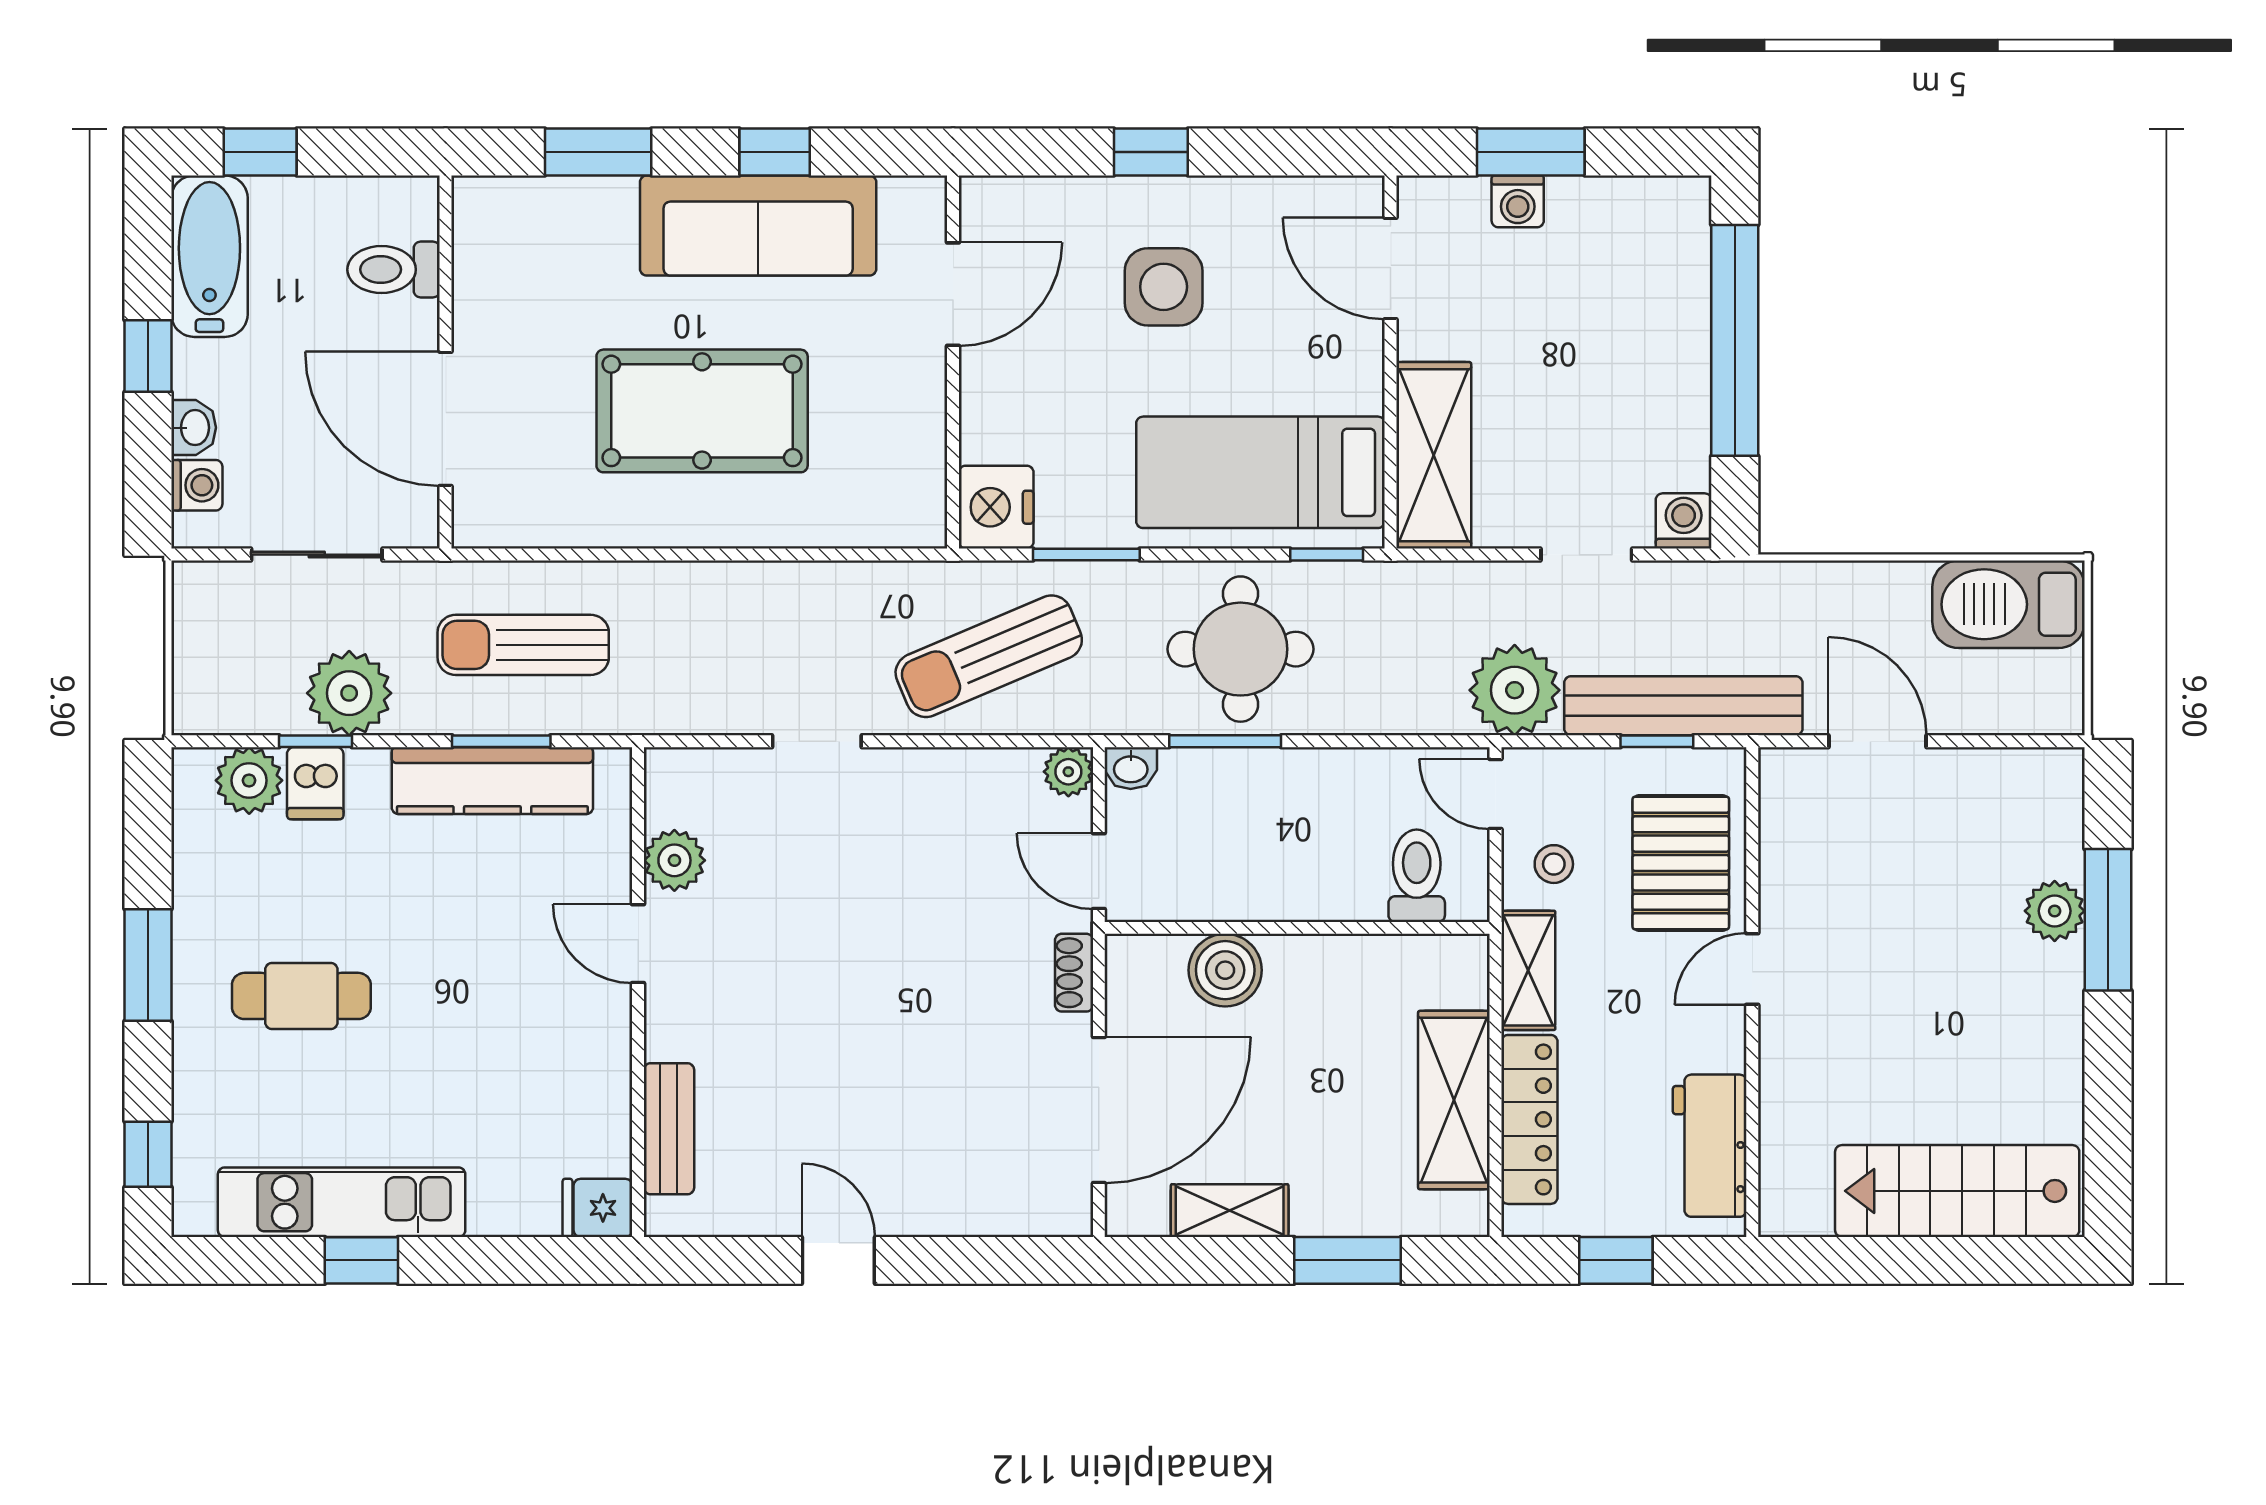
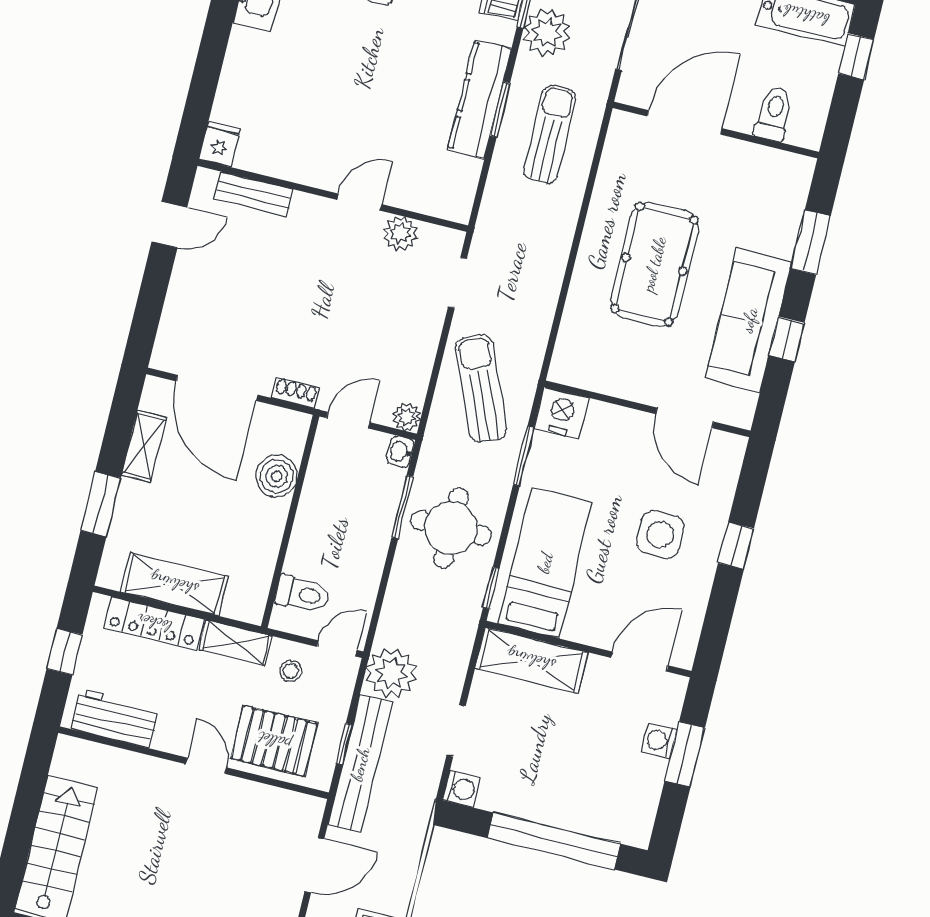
plant: (674, 860) -> (400, 233), moved
door: (638, 944) -> (359, 202), moved
wall: (638, 992) -> (333, 196), moved
bench: (669, 1129) -> (254, 194), moved
fridge: (597, 1208) -> (220, 144), moved

